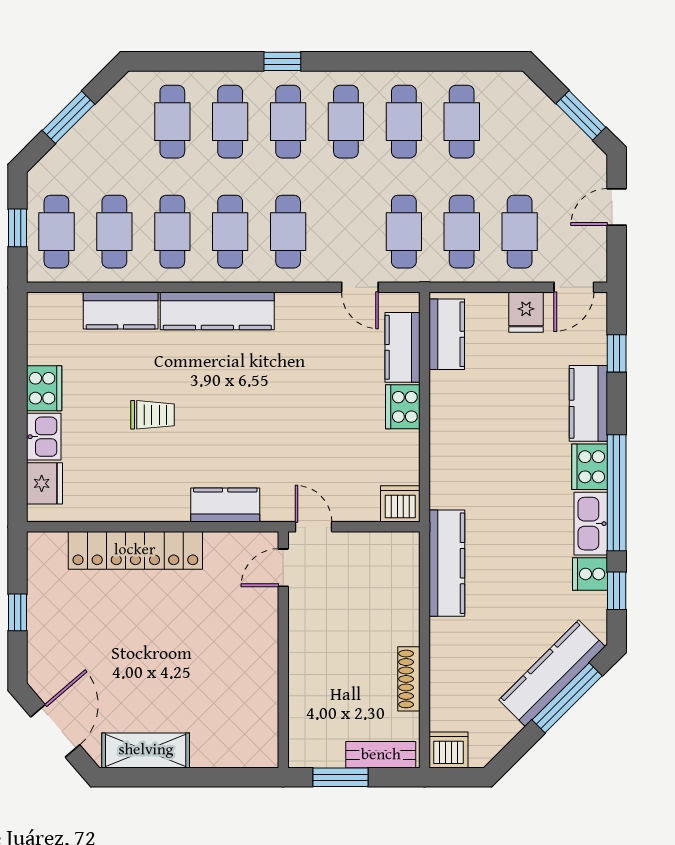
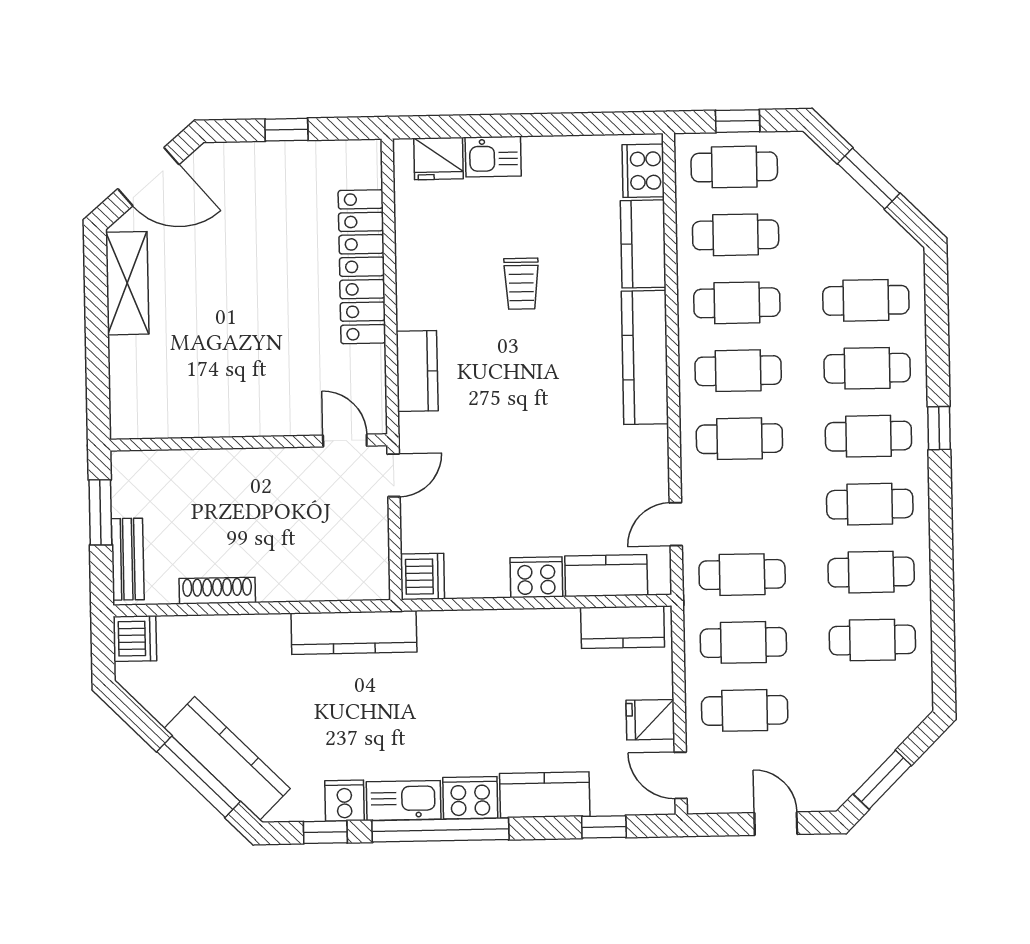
cooker: (44, 388) -> (643, 171), moved, turned 90

